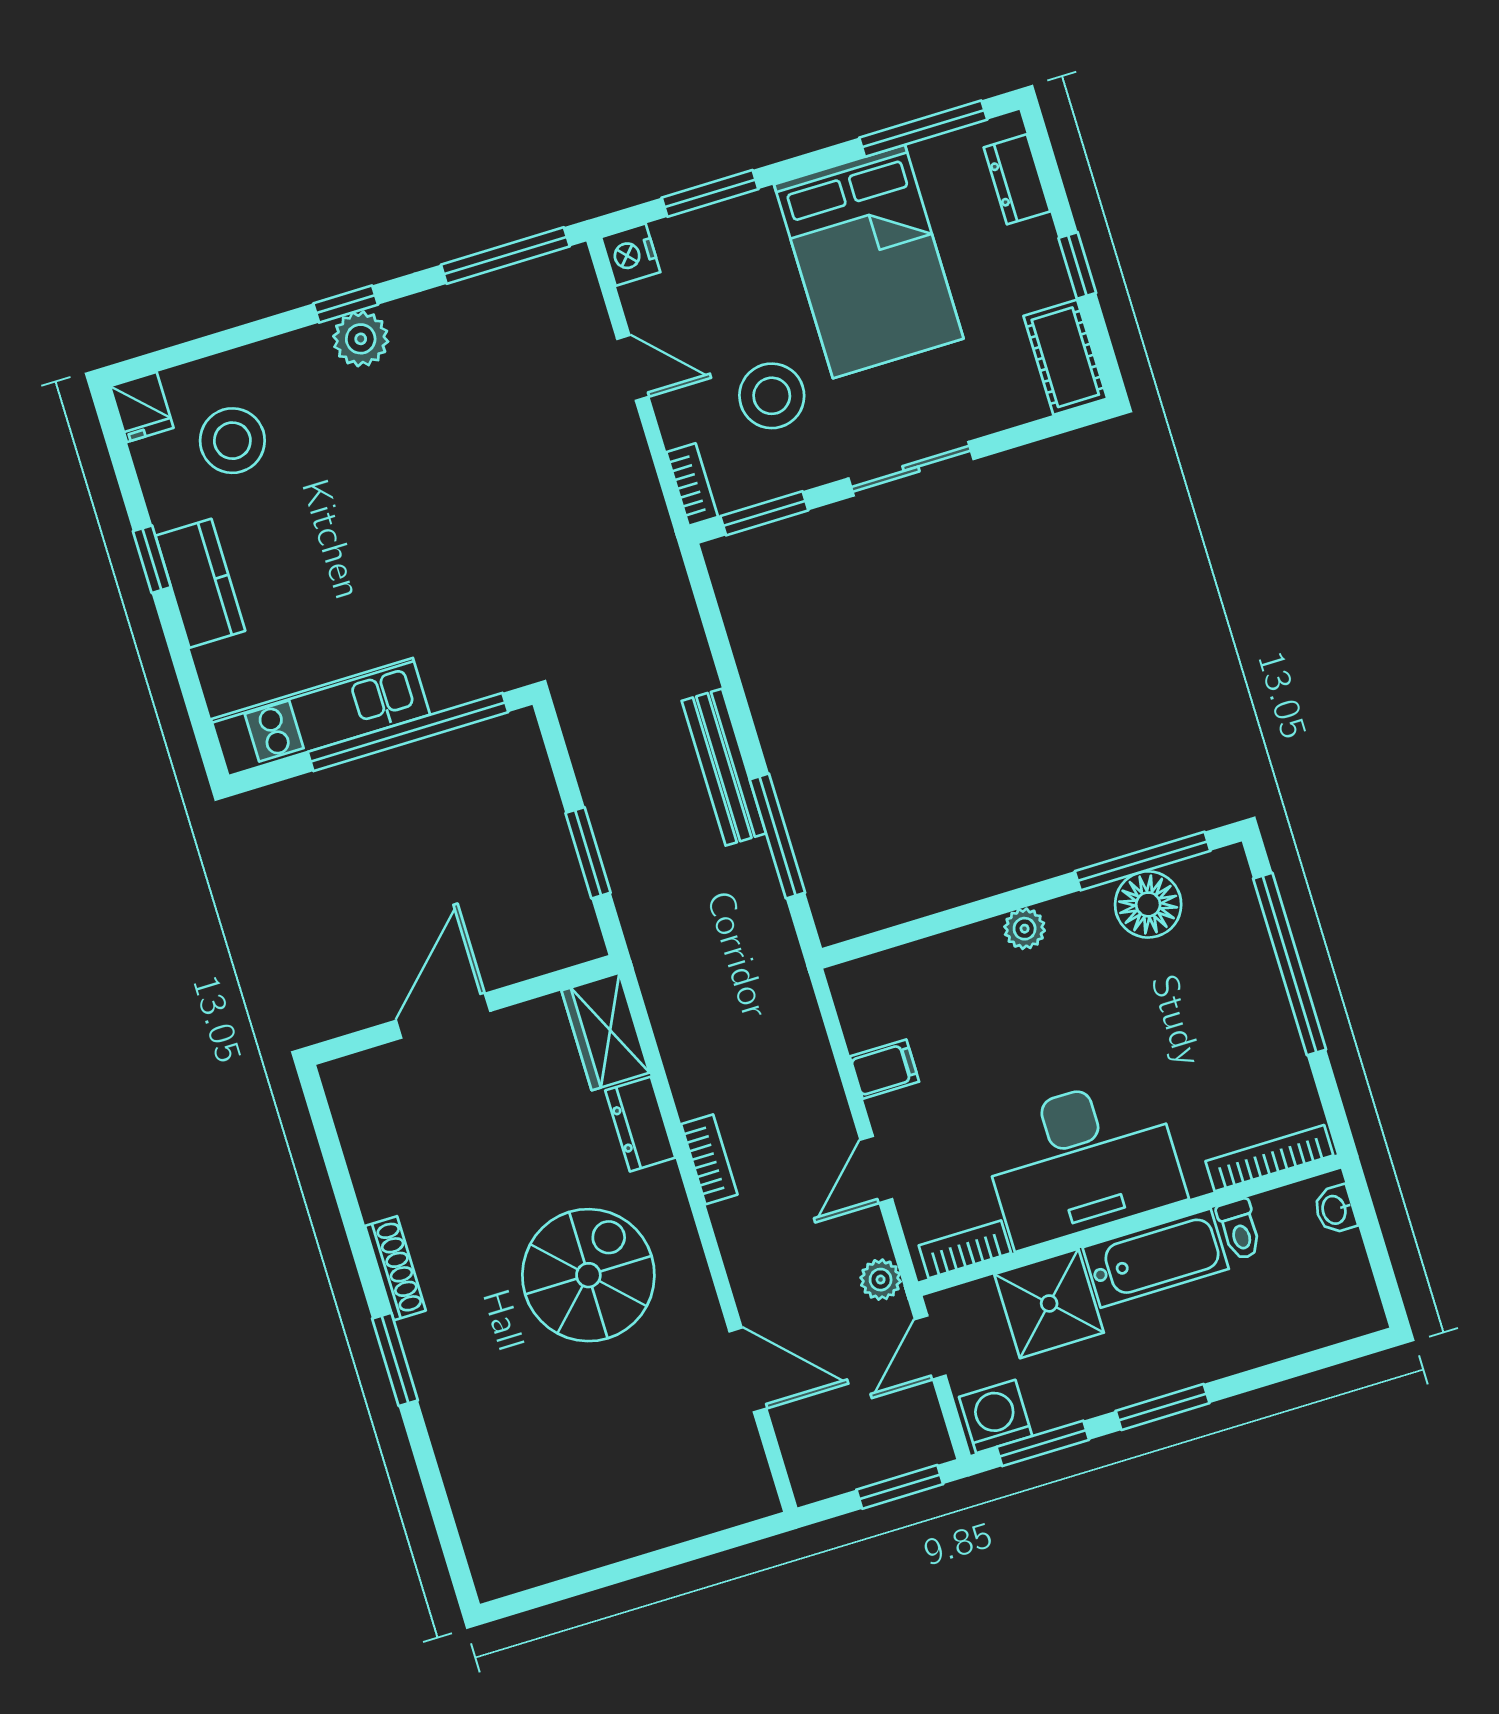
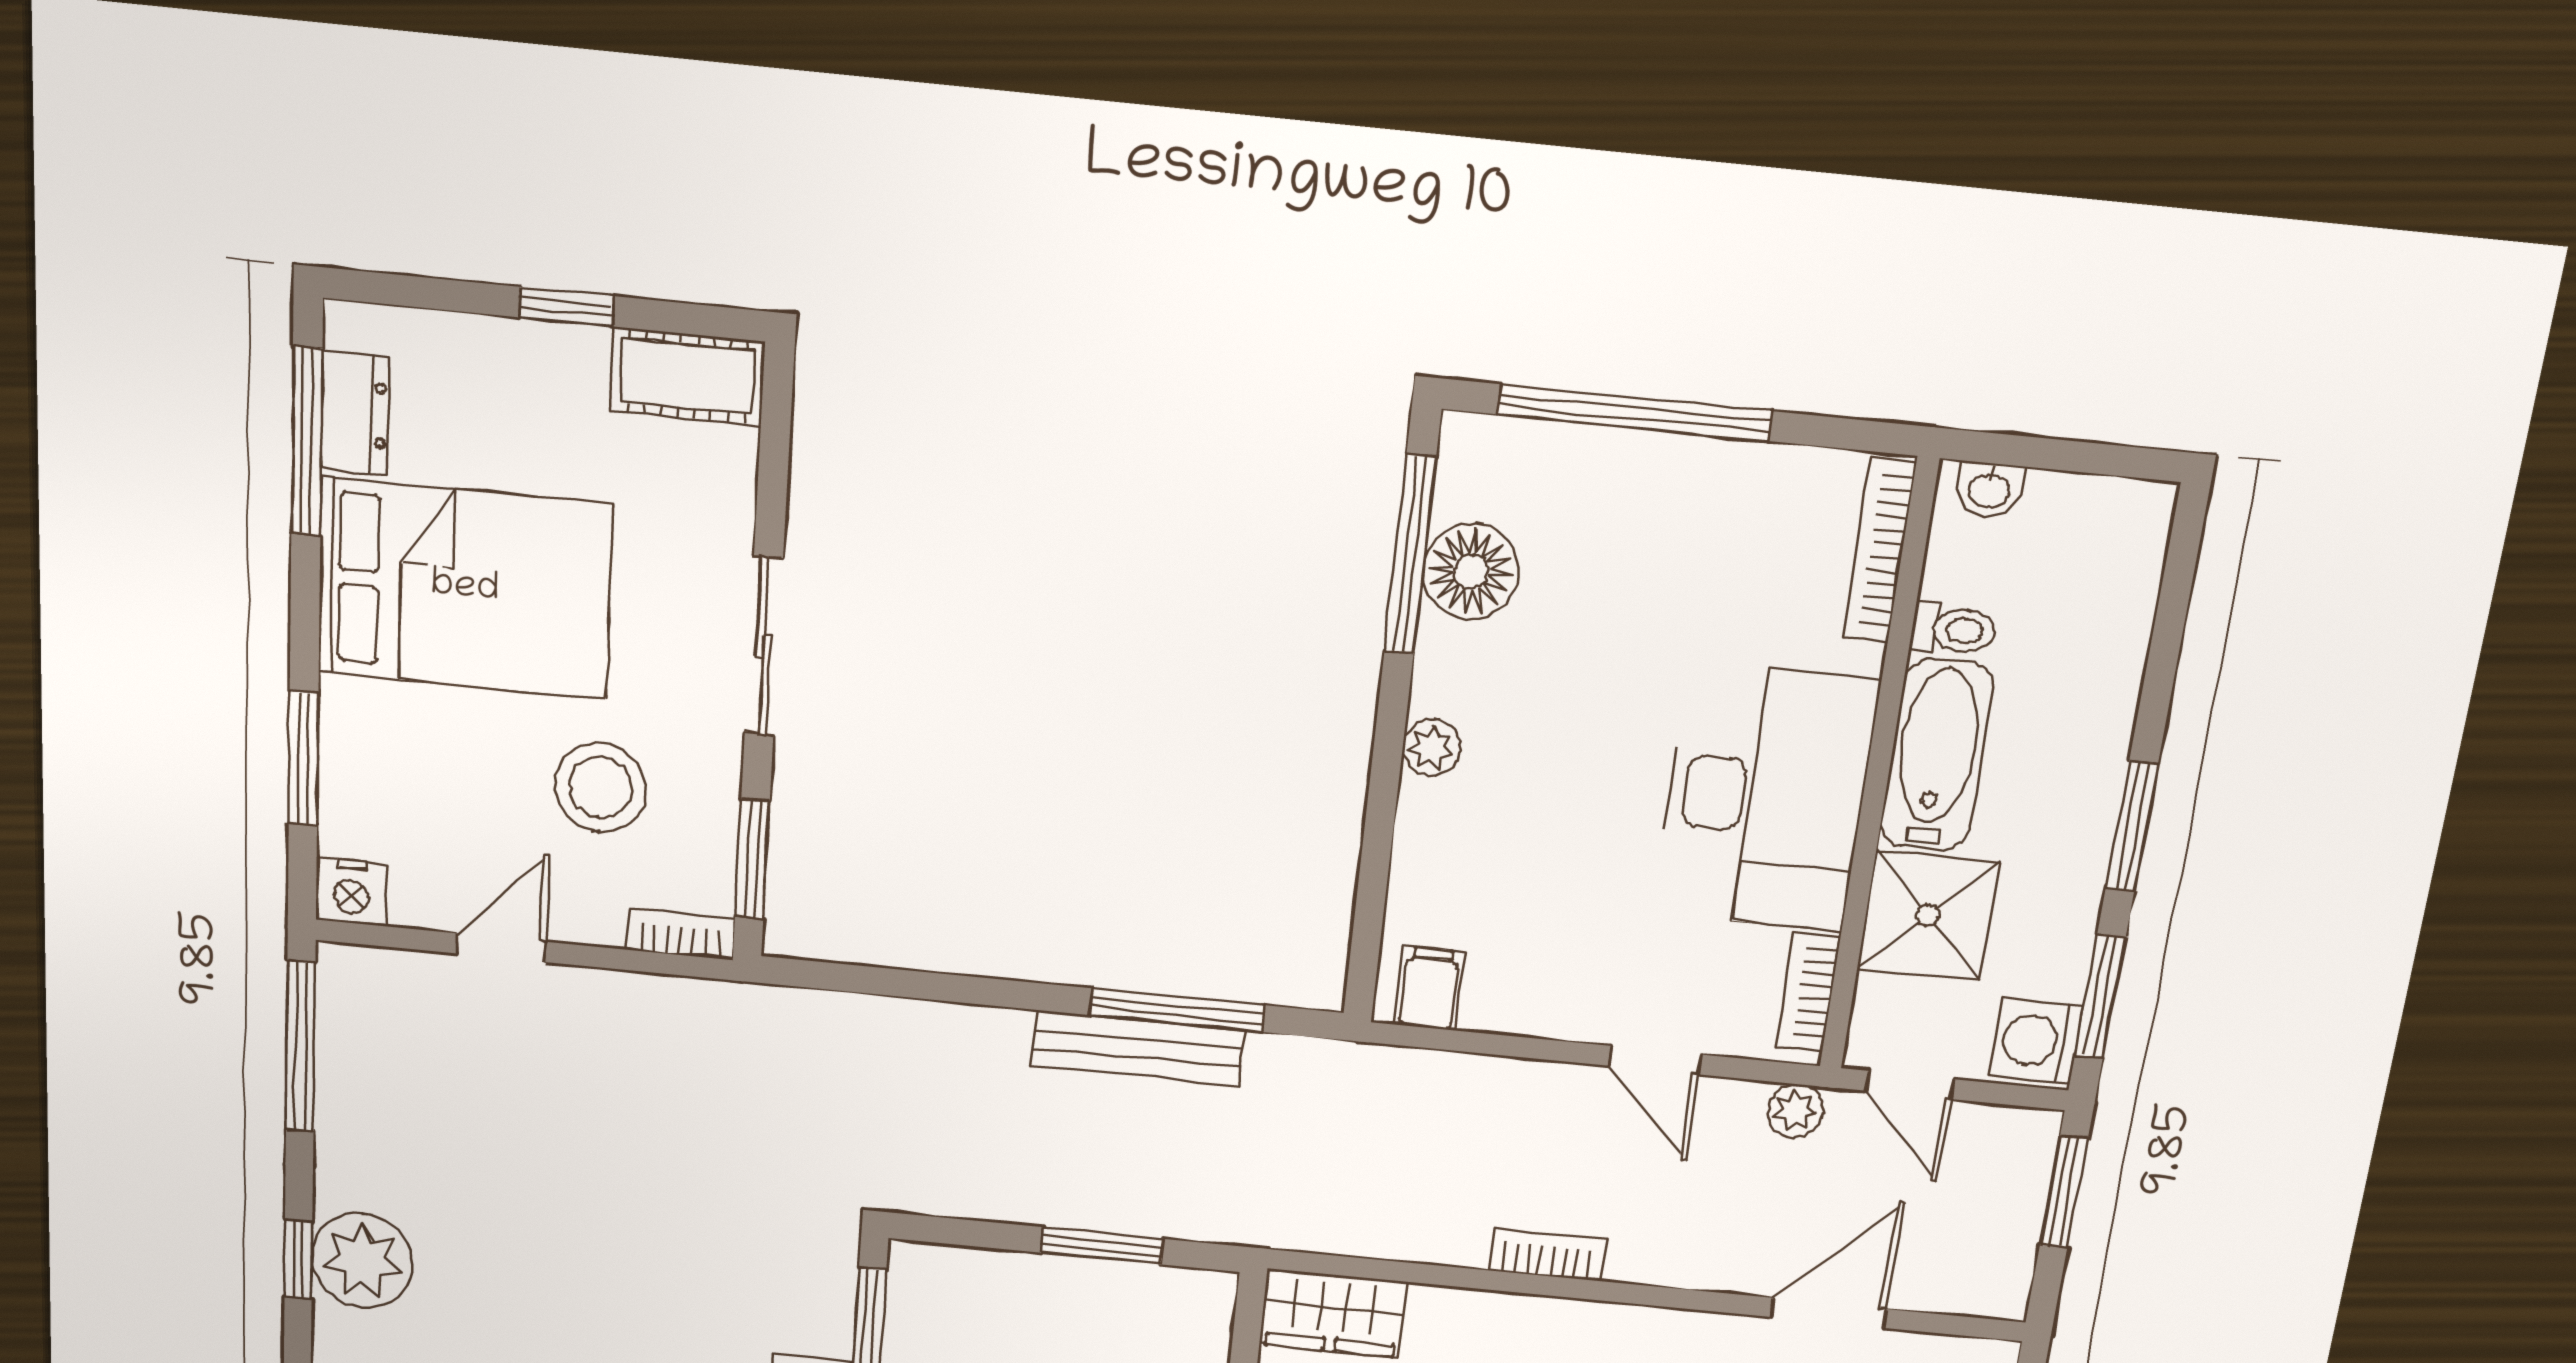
dresser: (1017, 179) -> (355, 414), moved, turned -90
plant: (361, 339) -> (362, 1260), width x1.36, depth x1.36
bench: (724, 767) -> (1138, 1048), moved
filing cabinet: (884, 1069) -> (1429, 988), moved
dresser: (640, 1124) -> (1466, 1318), removed

